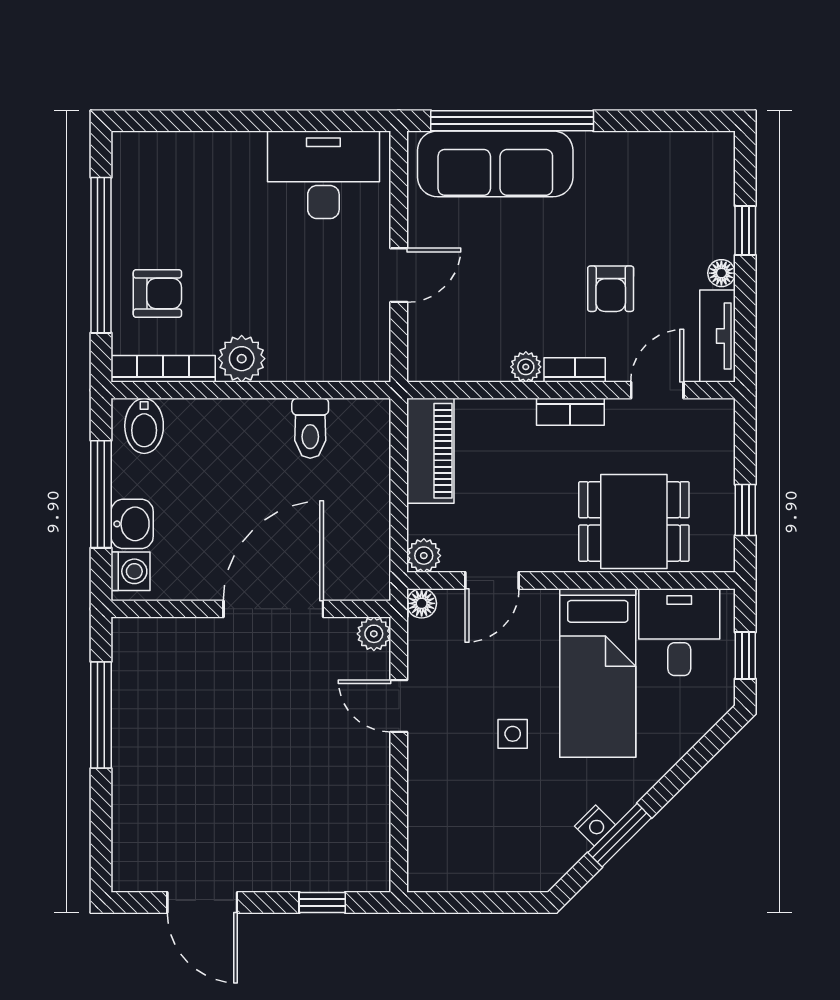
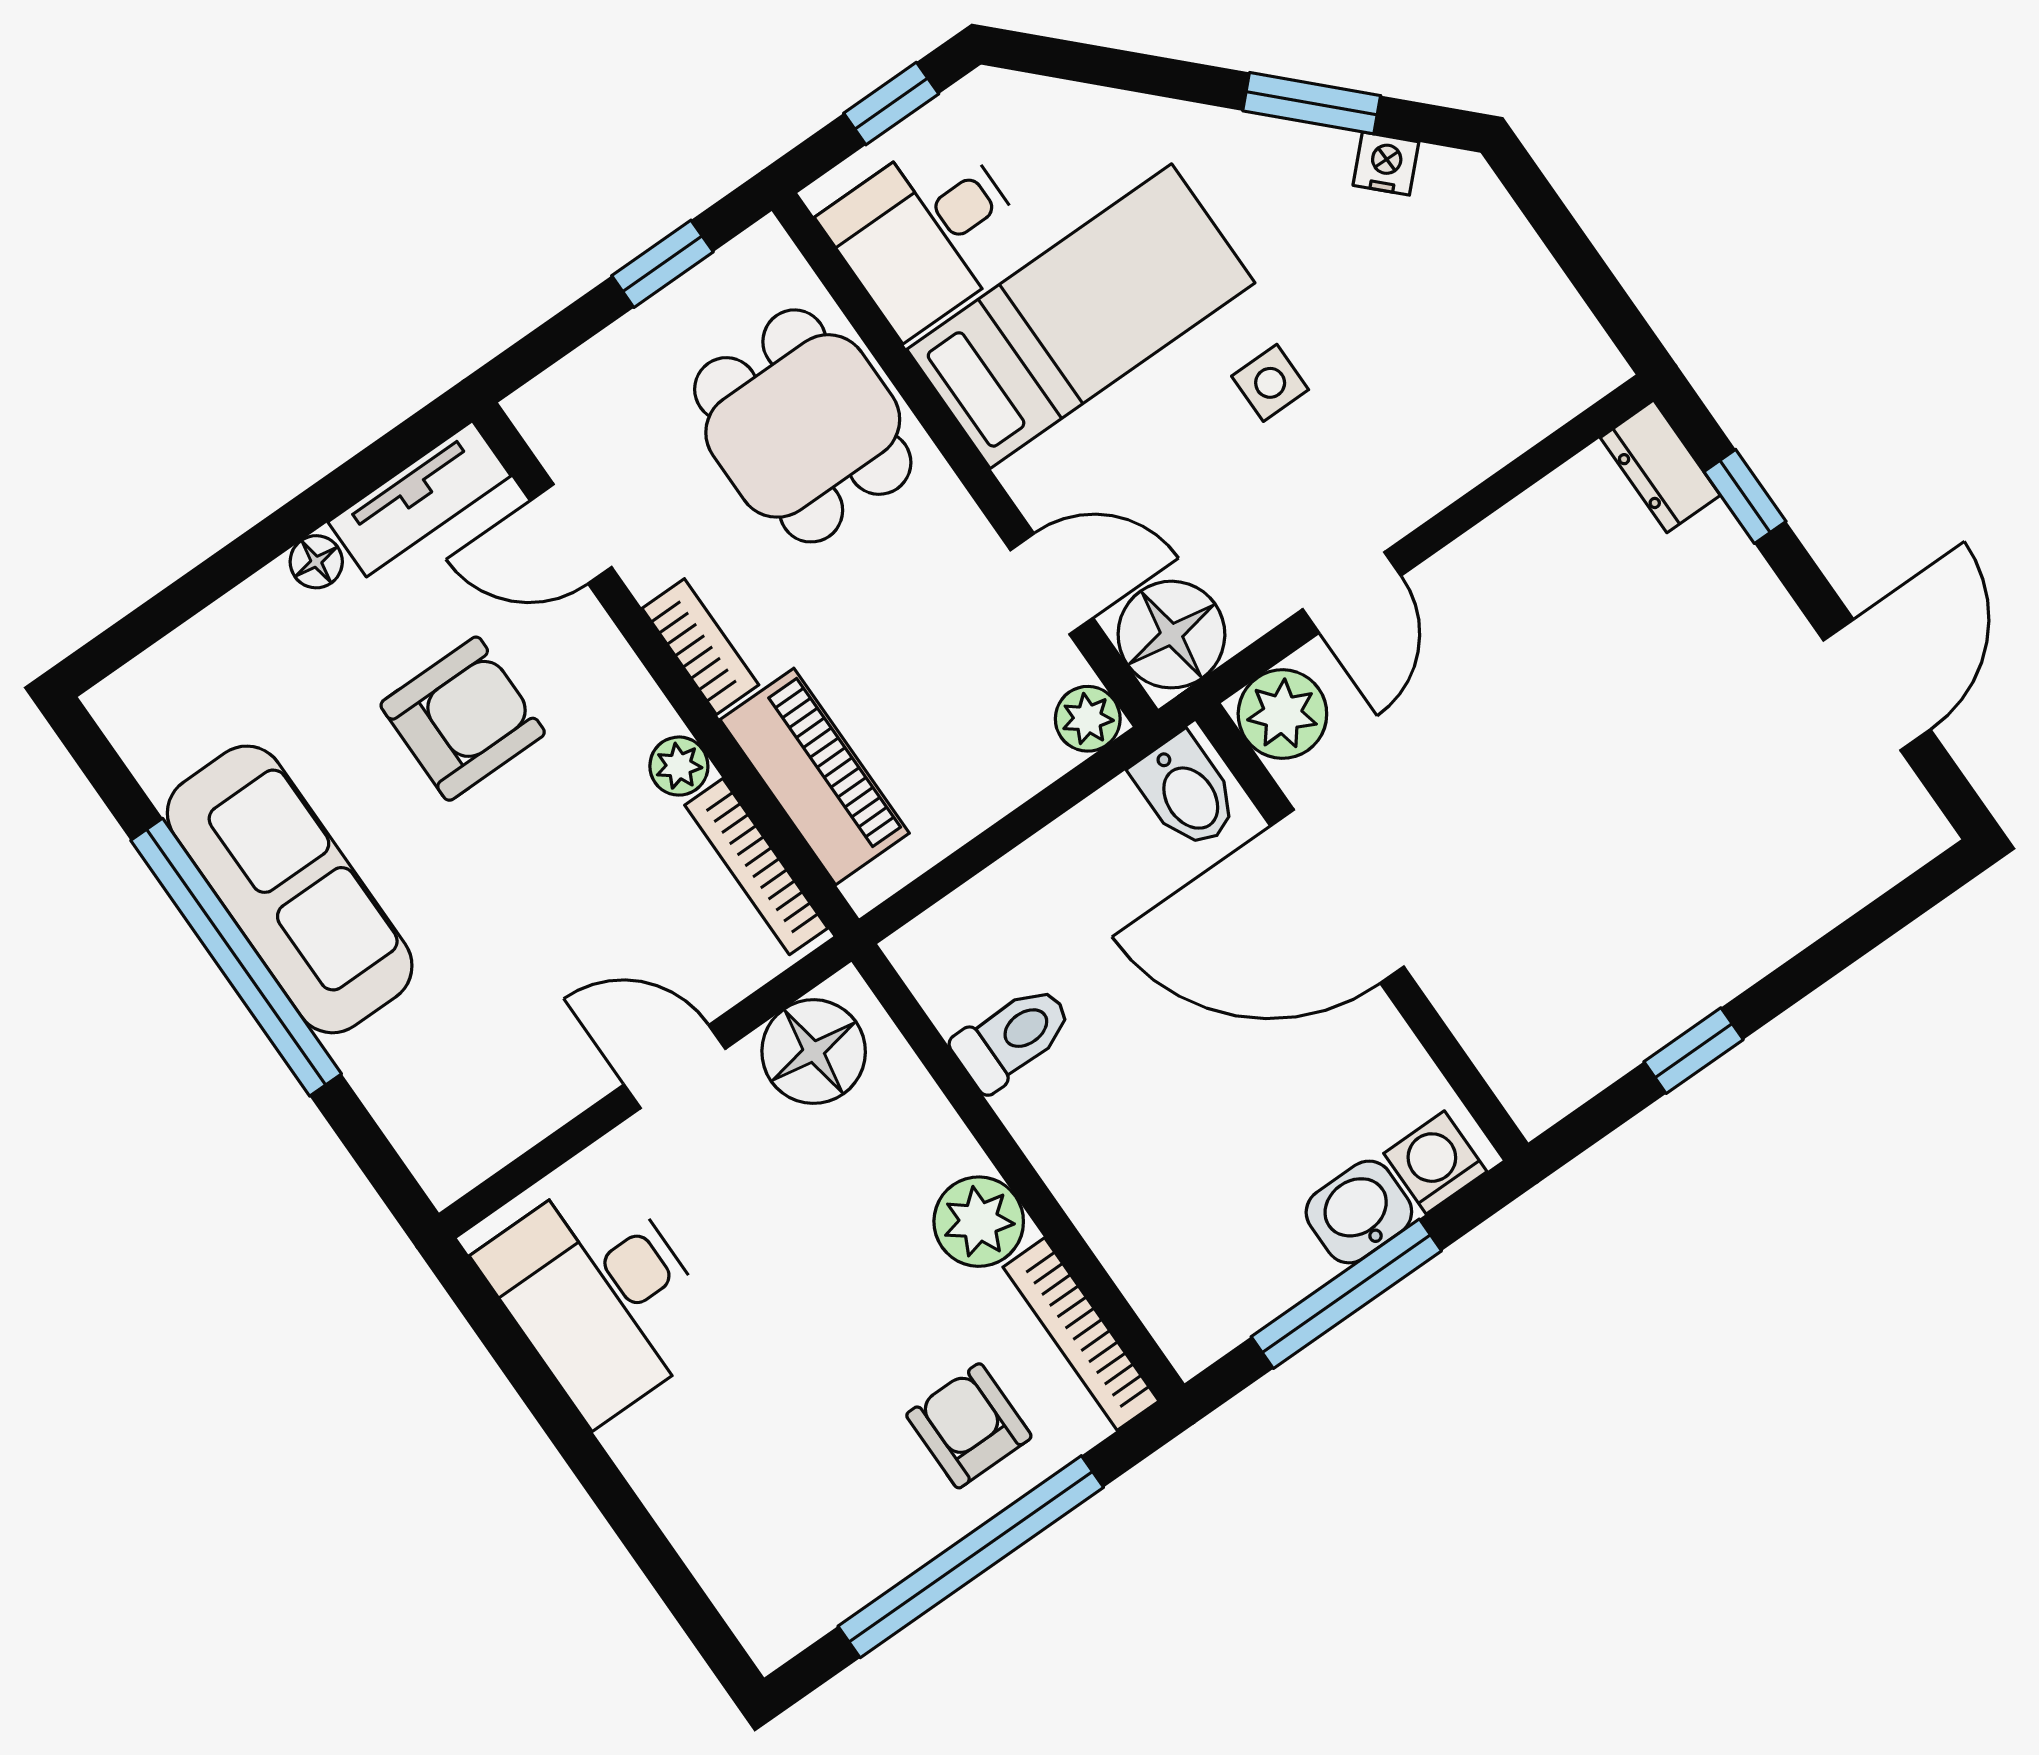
window: (512, 121) -> (236, 957), moved
sofa: (495, 164) -> (290, 889), moved
window: (745, 231) -> (223, 571), removed
armchair: (611, 289) -> (463, 719), width x1.38, depth x1.38
floor lamp: (364, 339) -> (814, 1052), added
bookcase: (575, 370) -> (756, 867), moved, width x1.56
bidet: (144, 426) -> (1186, 792), moved, turned 90
piano: (430, 451) -> (815, 776), moved, turned 90
floor lamp: (422, 603) -> (1171, 635), width x1.89, depth x1.89
plant: (374, 634) -> (1282, 714), width x1.38, depth x1.38
window: (101, 715) -> (1694, 1051), width x0.46
nightstand: (595, 825) -> (1386, 164), moved
dresser: (360, 875) -> (1660, 466), added

